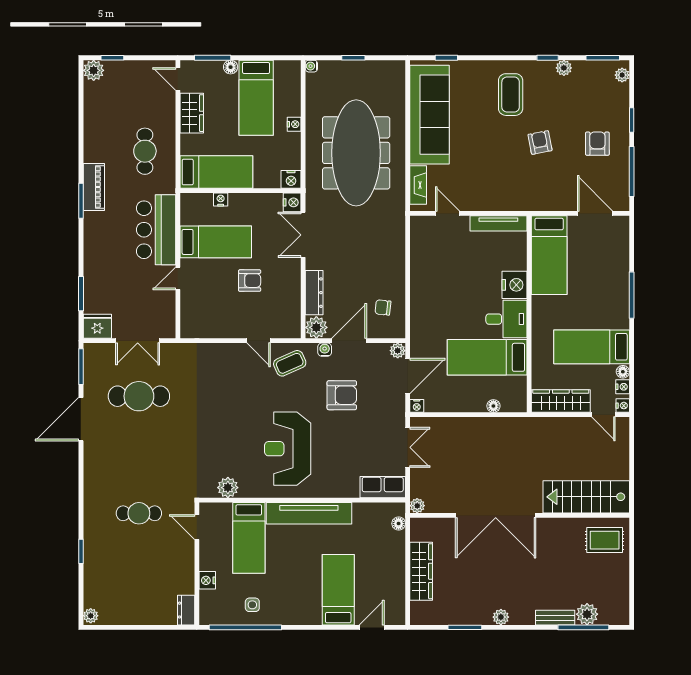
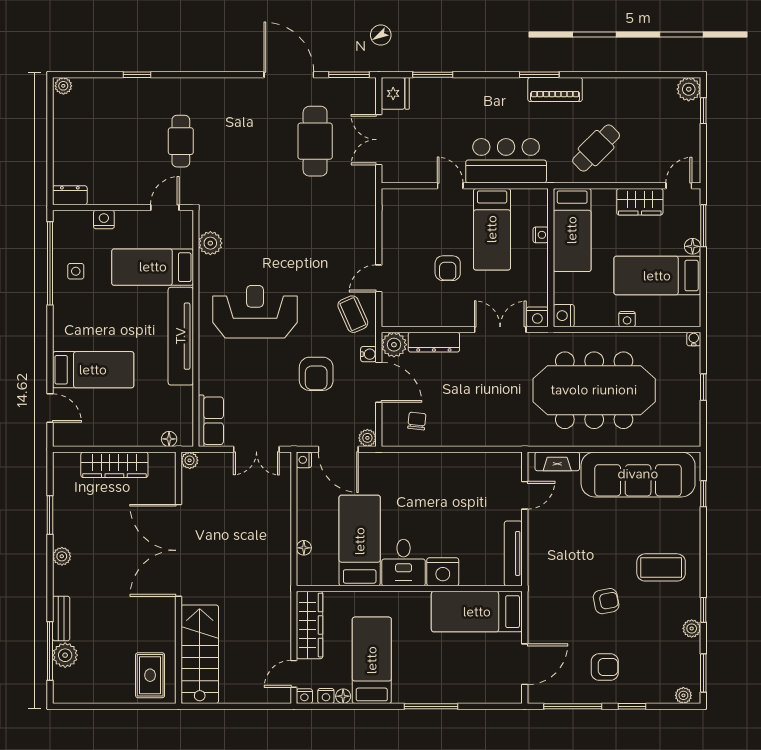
cafe table: (145, 151) -> (596, 148), turned -45

